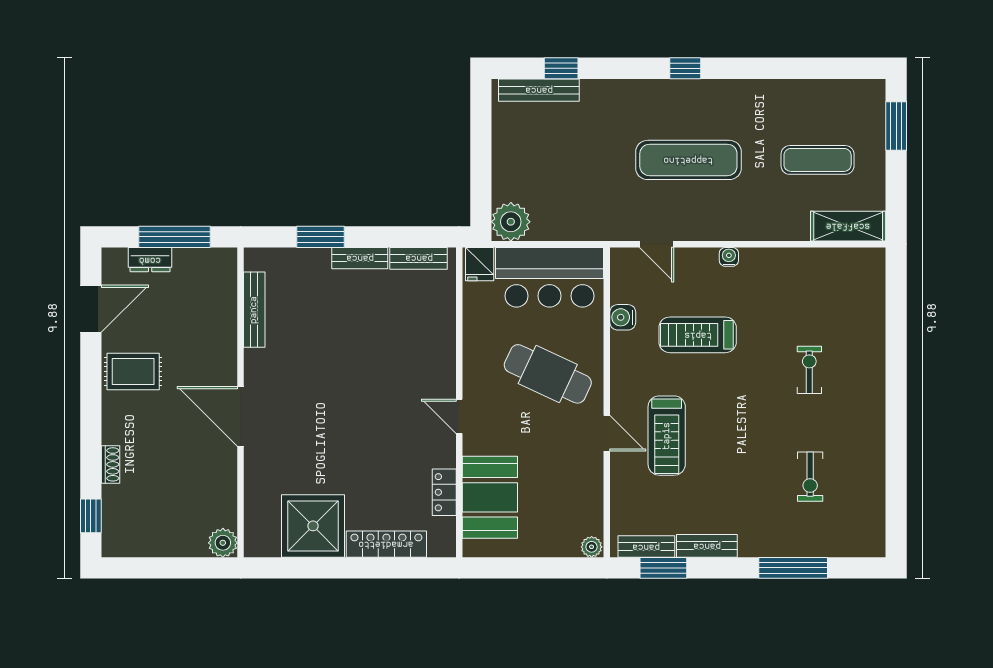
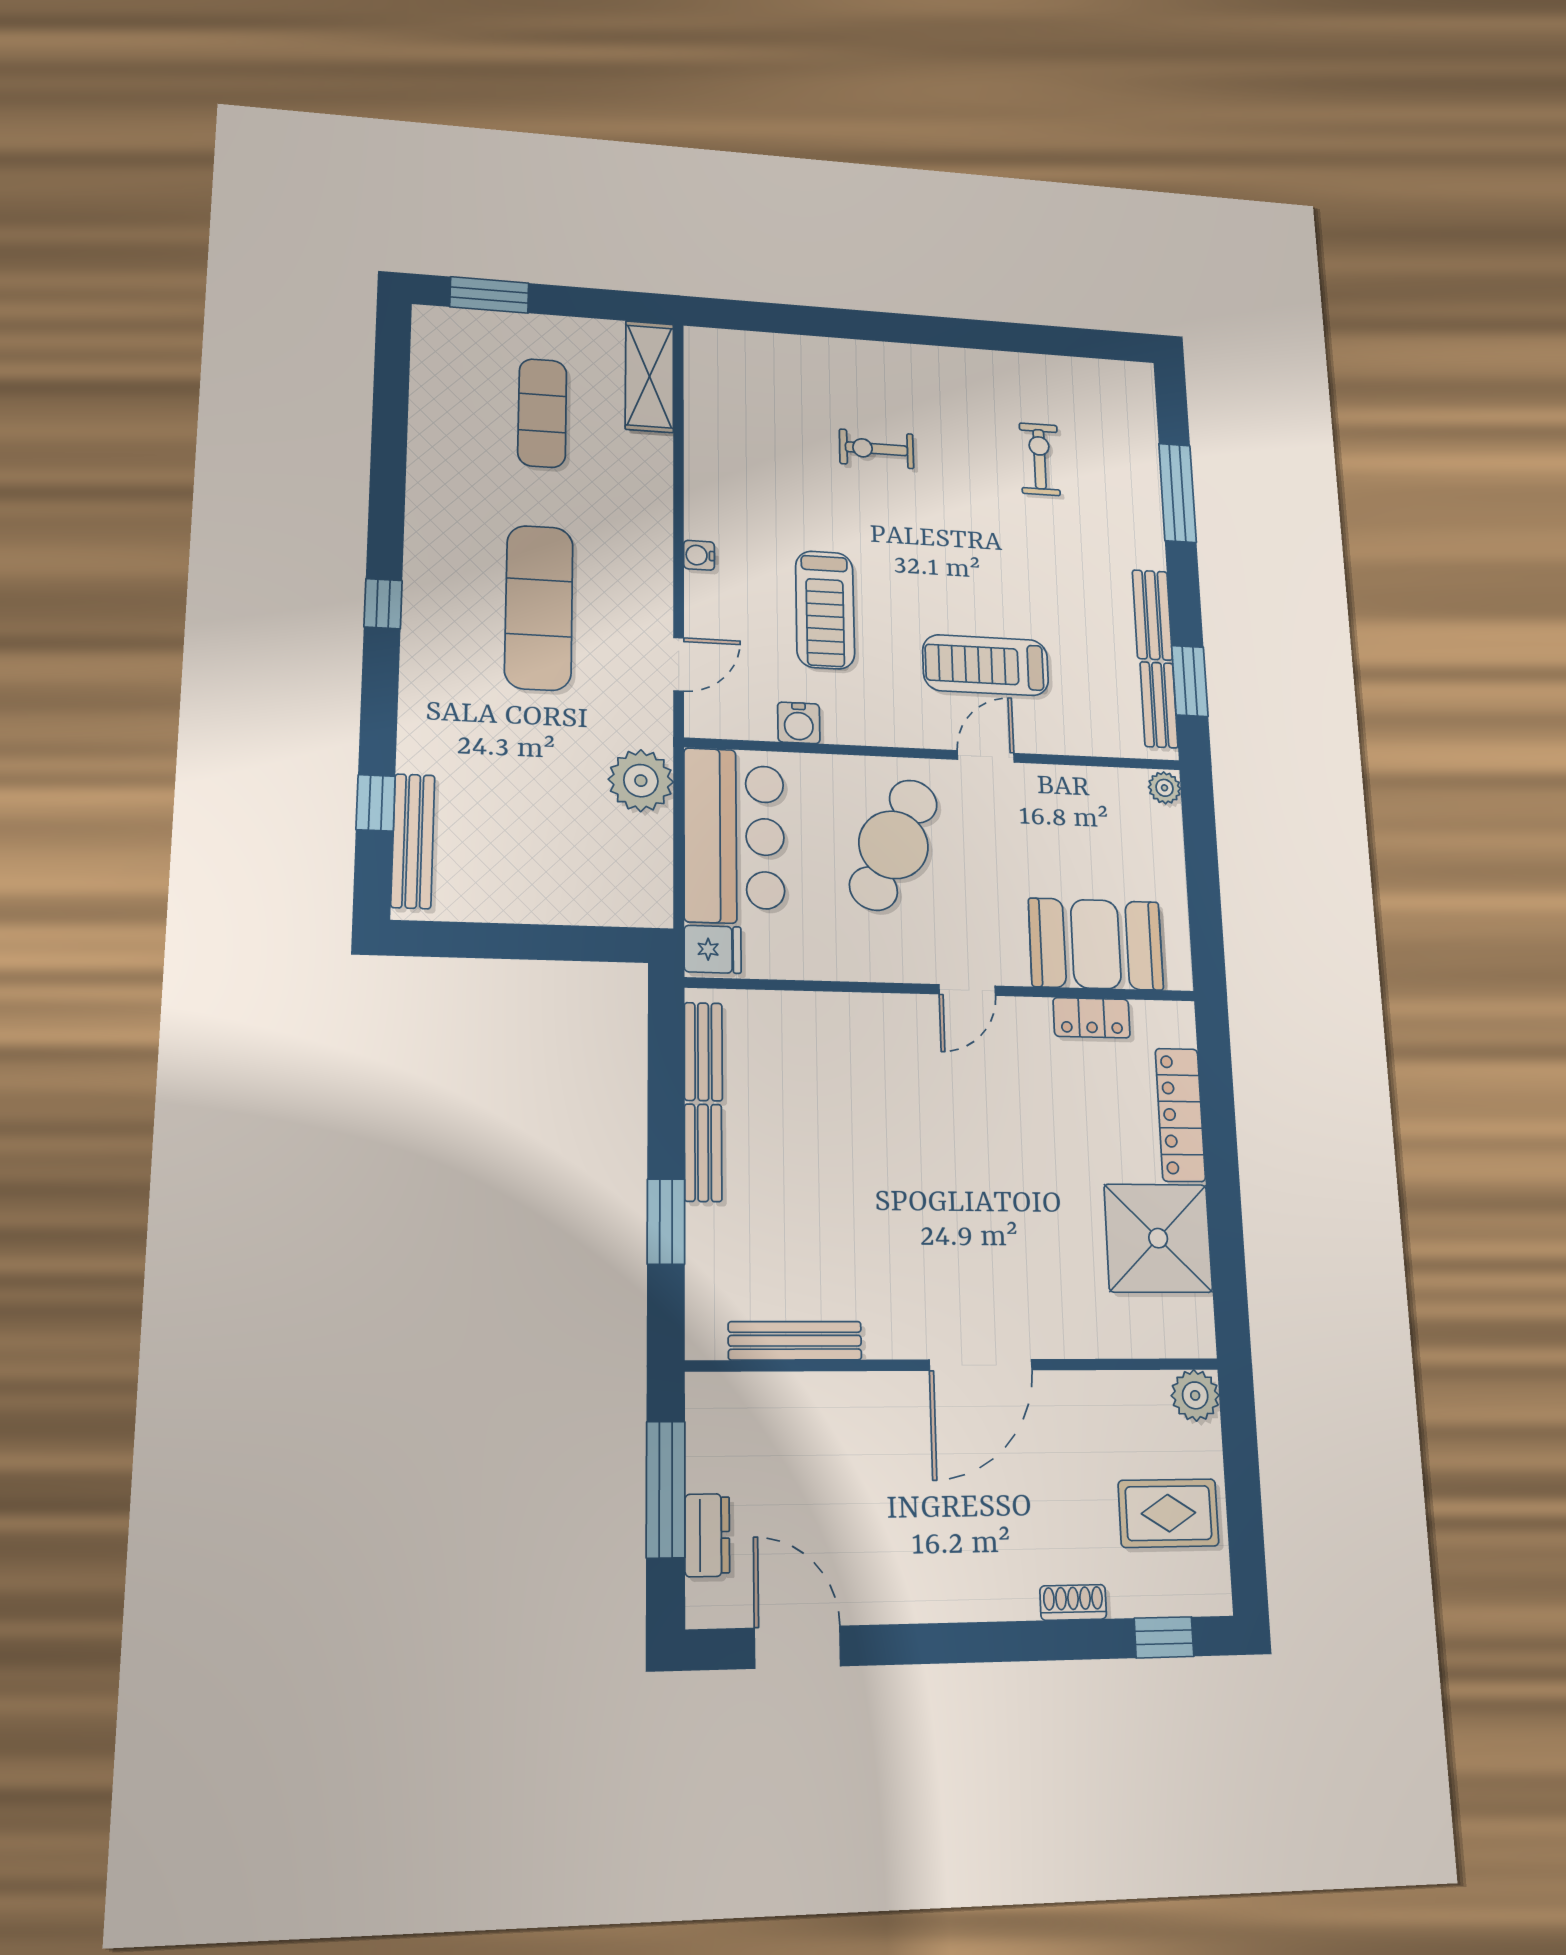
plant: (511, 222) -> (641, 781), moved
rug: (133, 372) -> (1168, 1513), moved, turned 90
treadmill: (667, 436) -> (986, 665), turned 180
exercise bike: (810, 477) -> (1040, 459), turned -90

